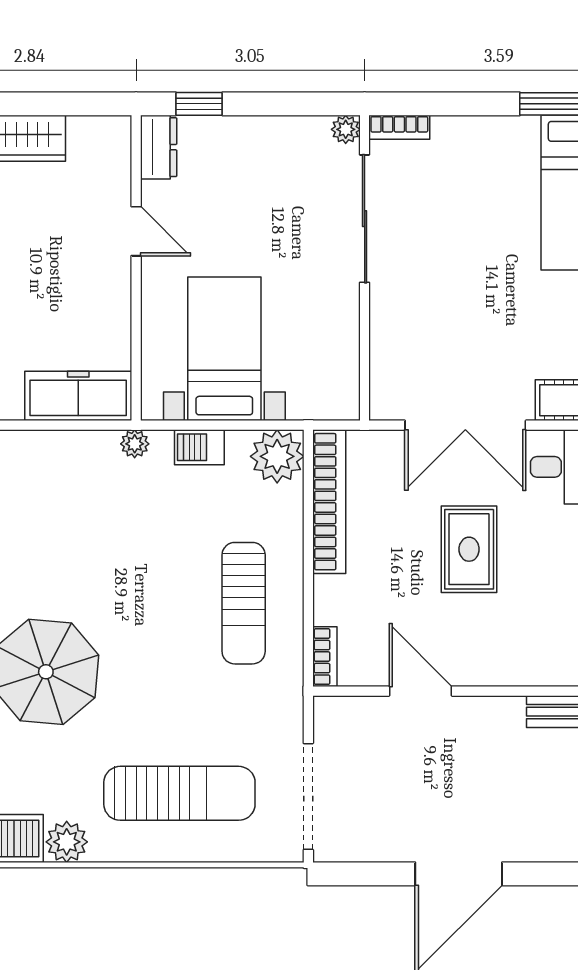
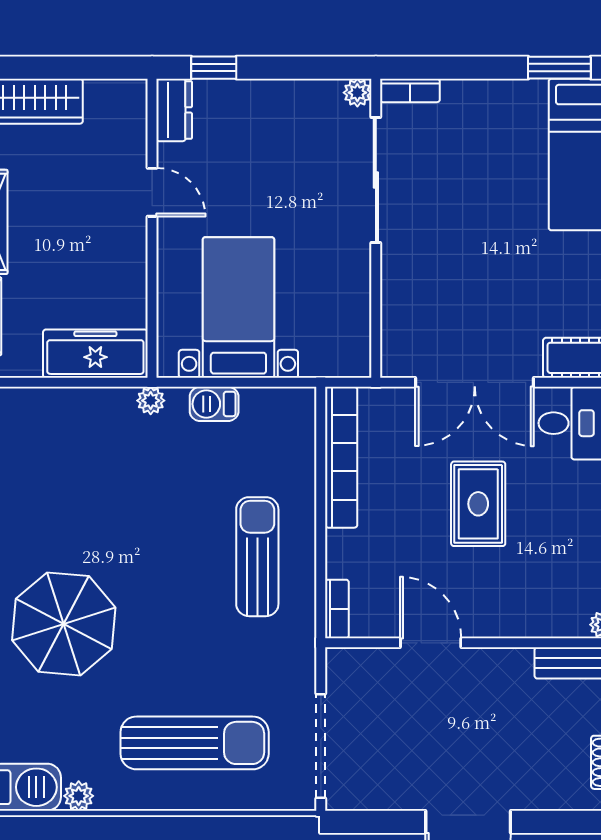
plant: (277, 456) -> (290, 413), removed
sun lounger: (244, 603) -> (257, 557), turned 180
plant: (67, 842) -> (79, 796), width x0.73, depth x0.73

